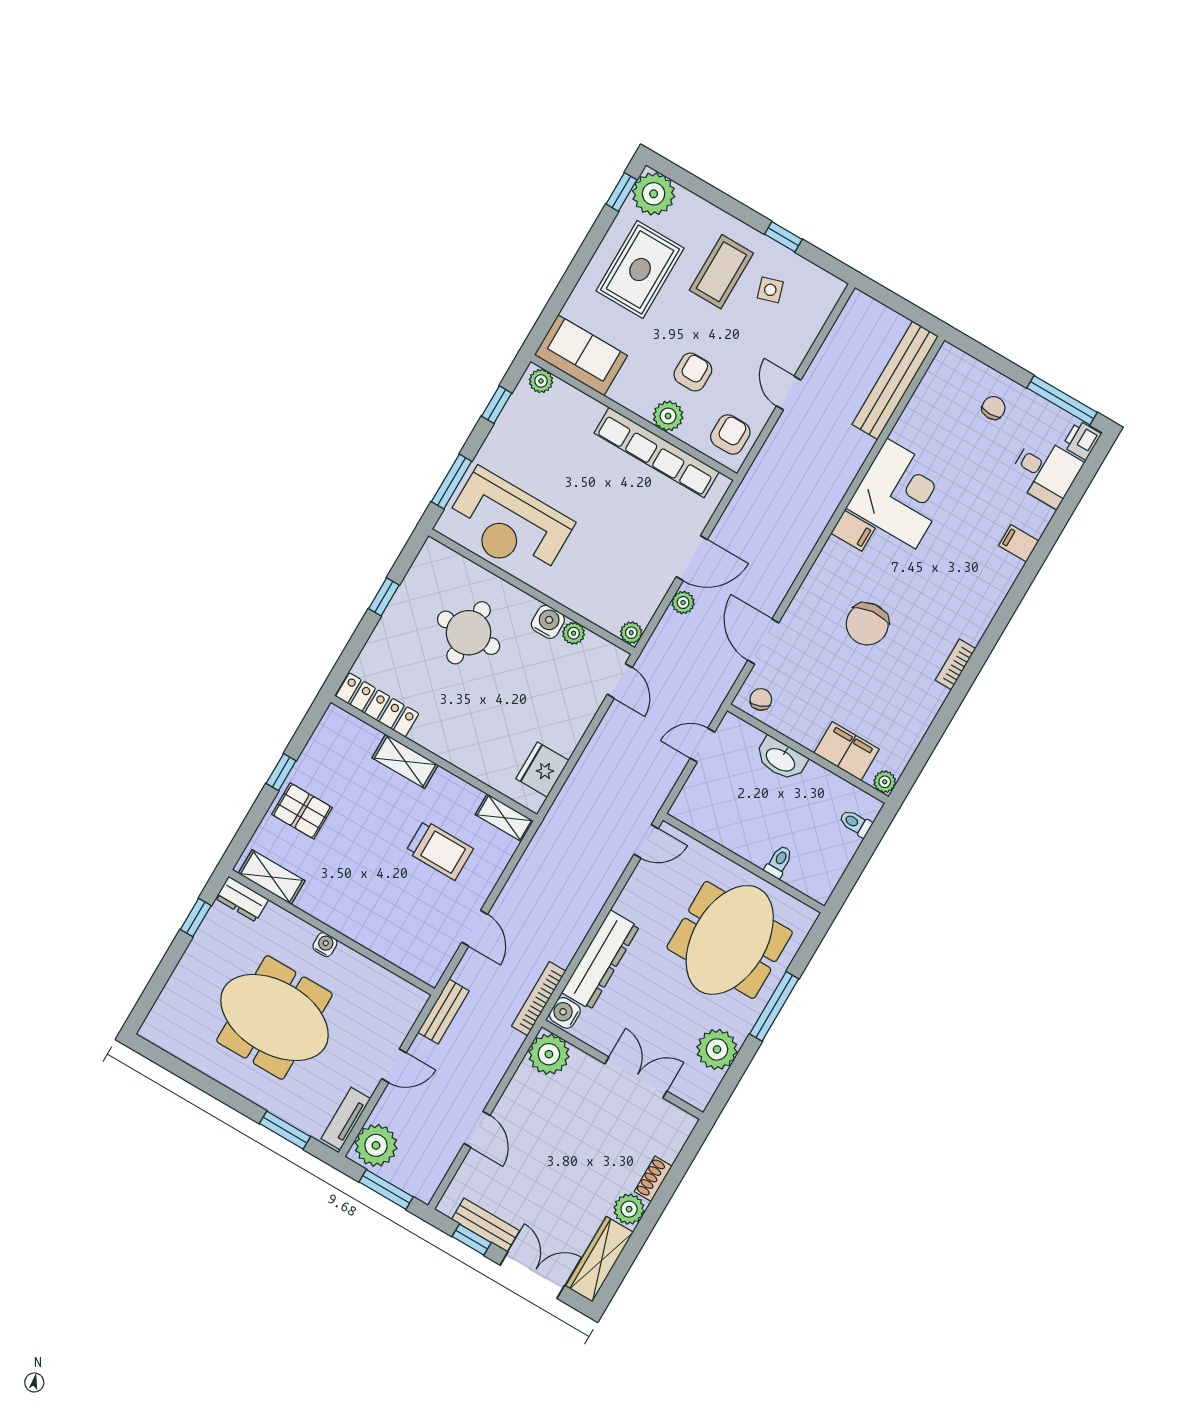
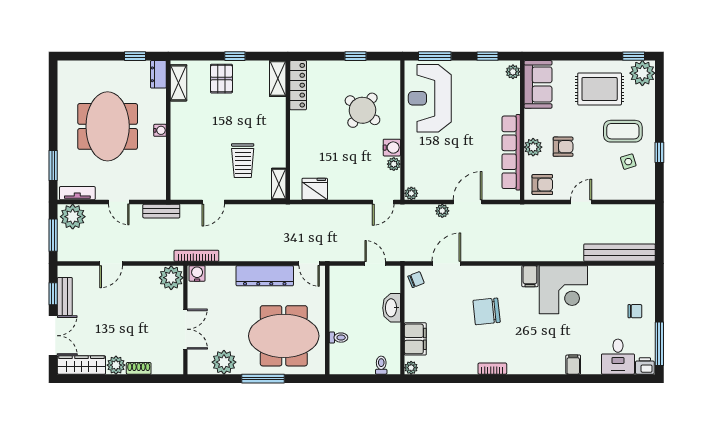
door: (692, 558) -> (468, 202), swing flipped
round table: (469, 633) -> (362, 110), turned 38
shelving: (405, 761) -> (278, 79), moved
dresser: (600, 960) -> (265, 276), moved

